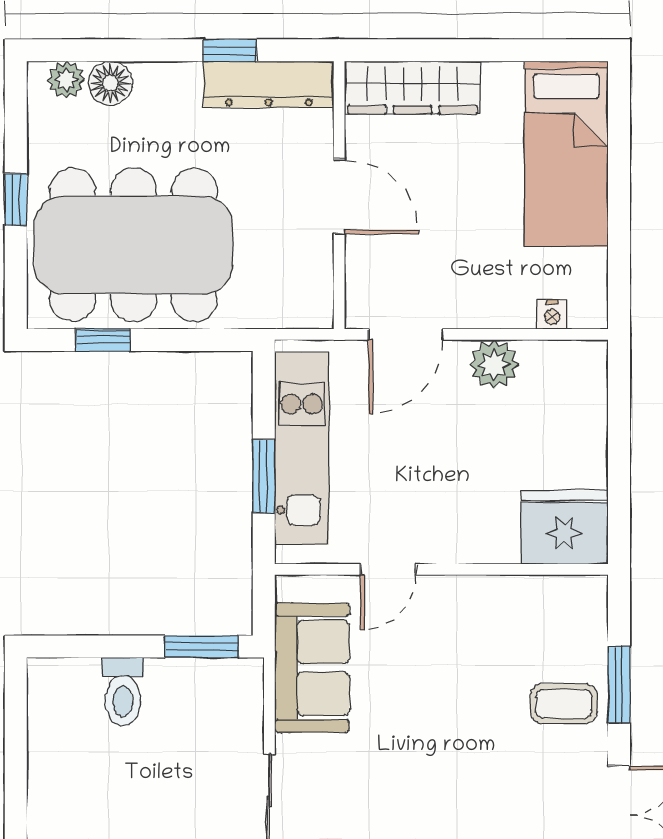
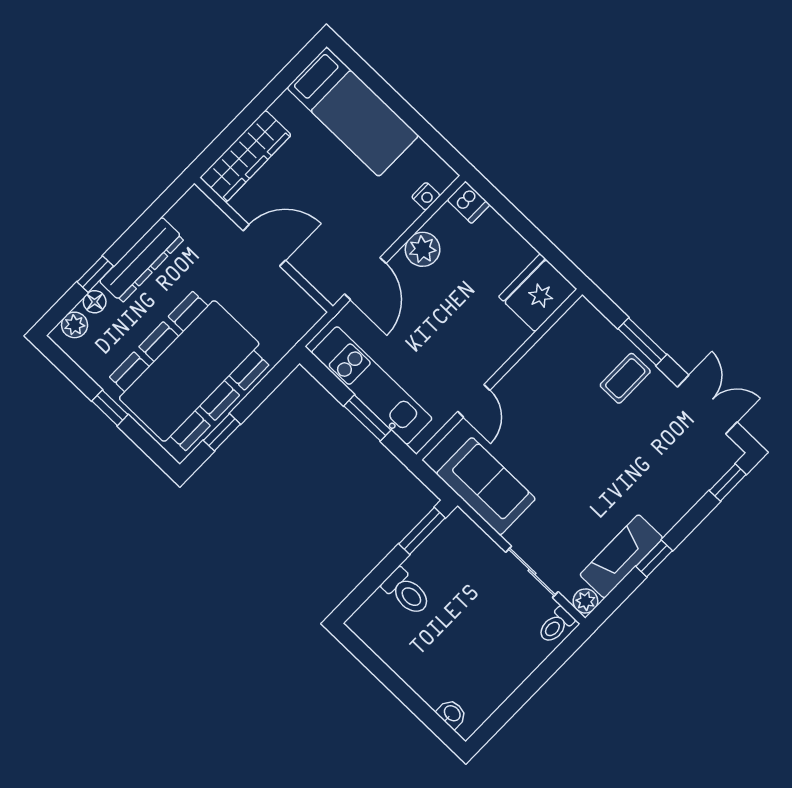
window: (230, 50) -> (95, 274), moved
floor lamp: (110, 83) -> (95, 302), width x0.73, depth x0.73
dresser: (269, 84) -> (142, 260), moved
dishwasher: (589, 365) -> (468, 202), added

